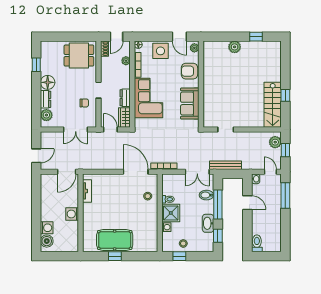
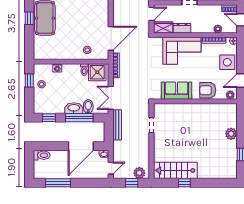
armchair: (189, 71) -> (208, 90), turned -90
window: (285, 195) -> (58, 183), moved
door: (247, 203) -> (81, 146), width x1.88
shower: (171, 213) -> (97, 72), moved
washbasin: (208, 223) -> (74, 108), moved

